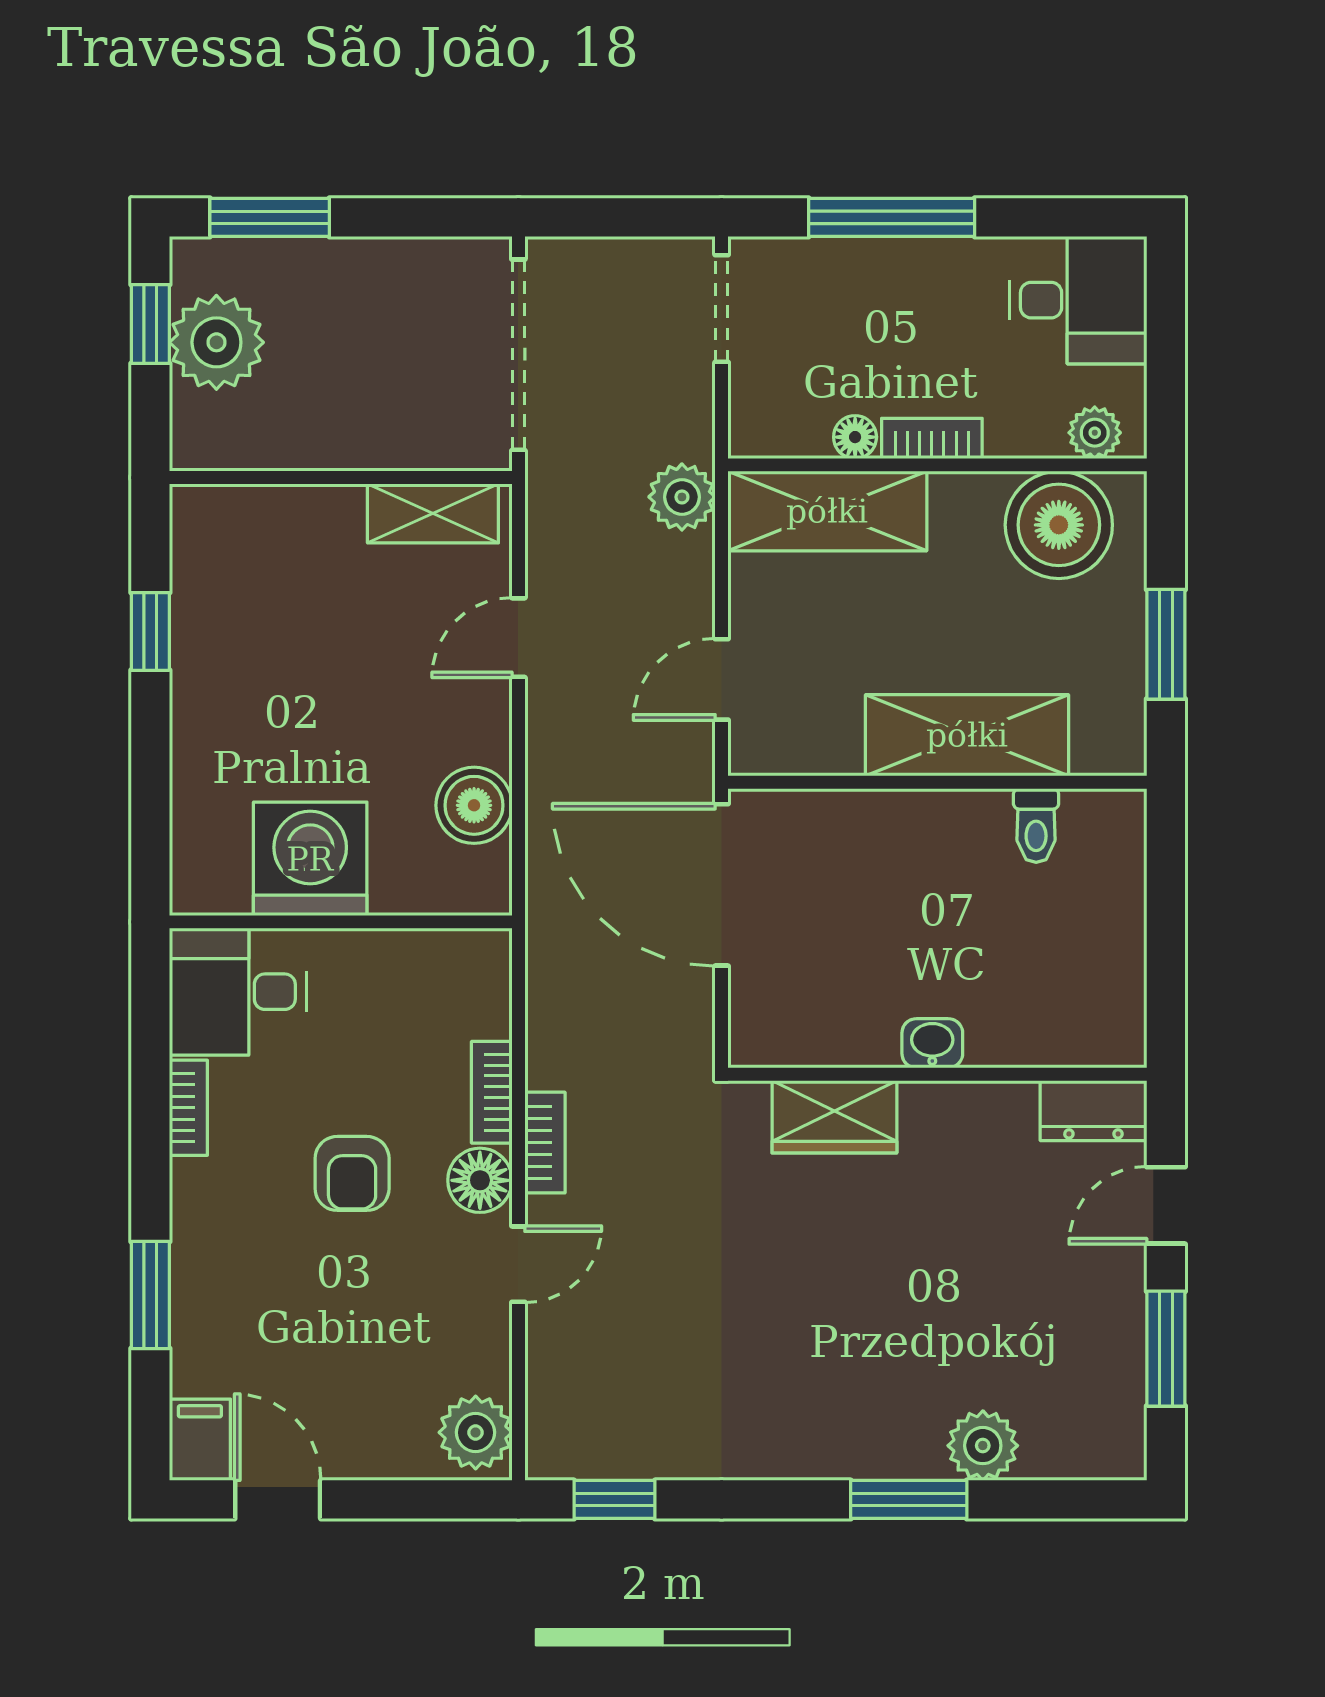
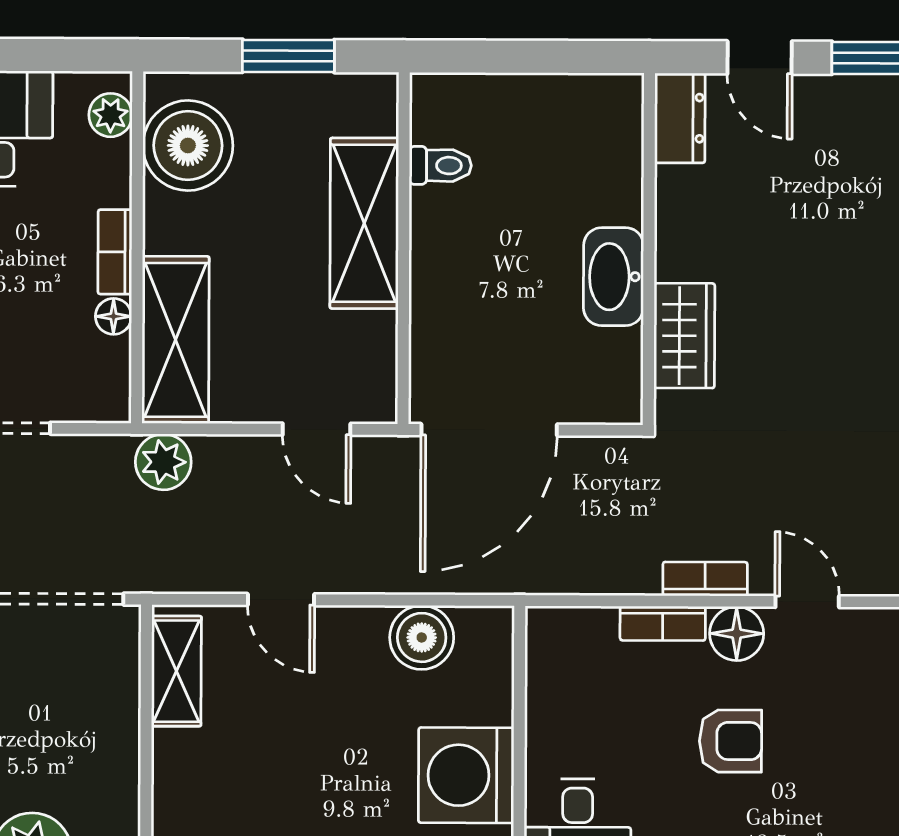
washbasin: (932, 1043) -> (614, 277), width x1.91, depth x1.45

